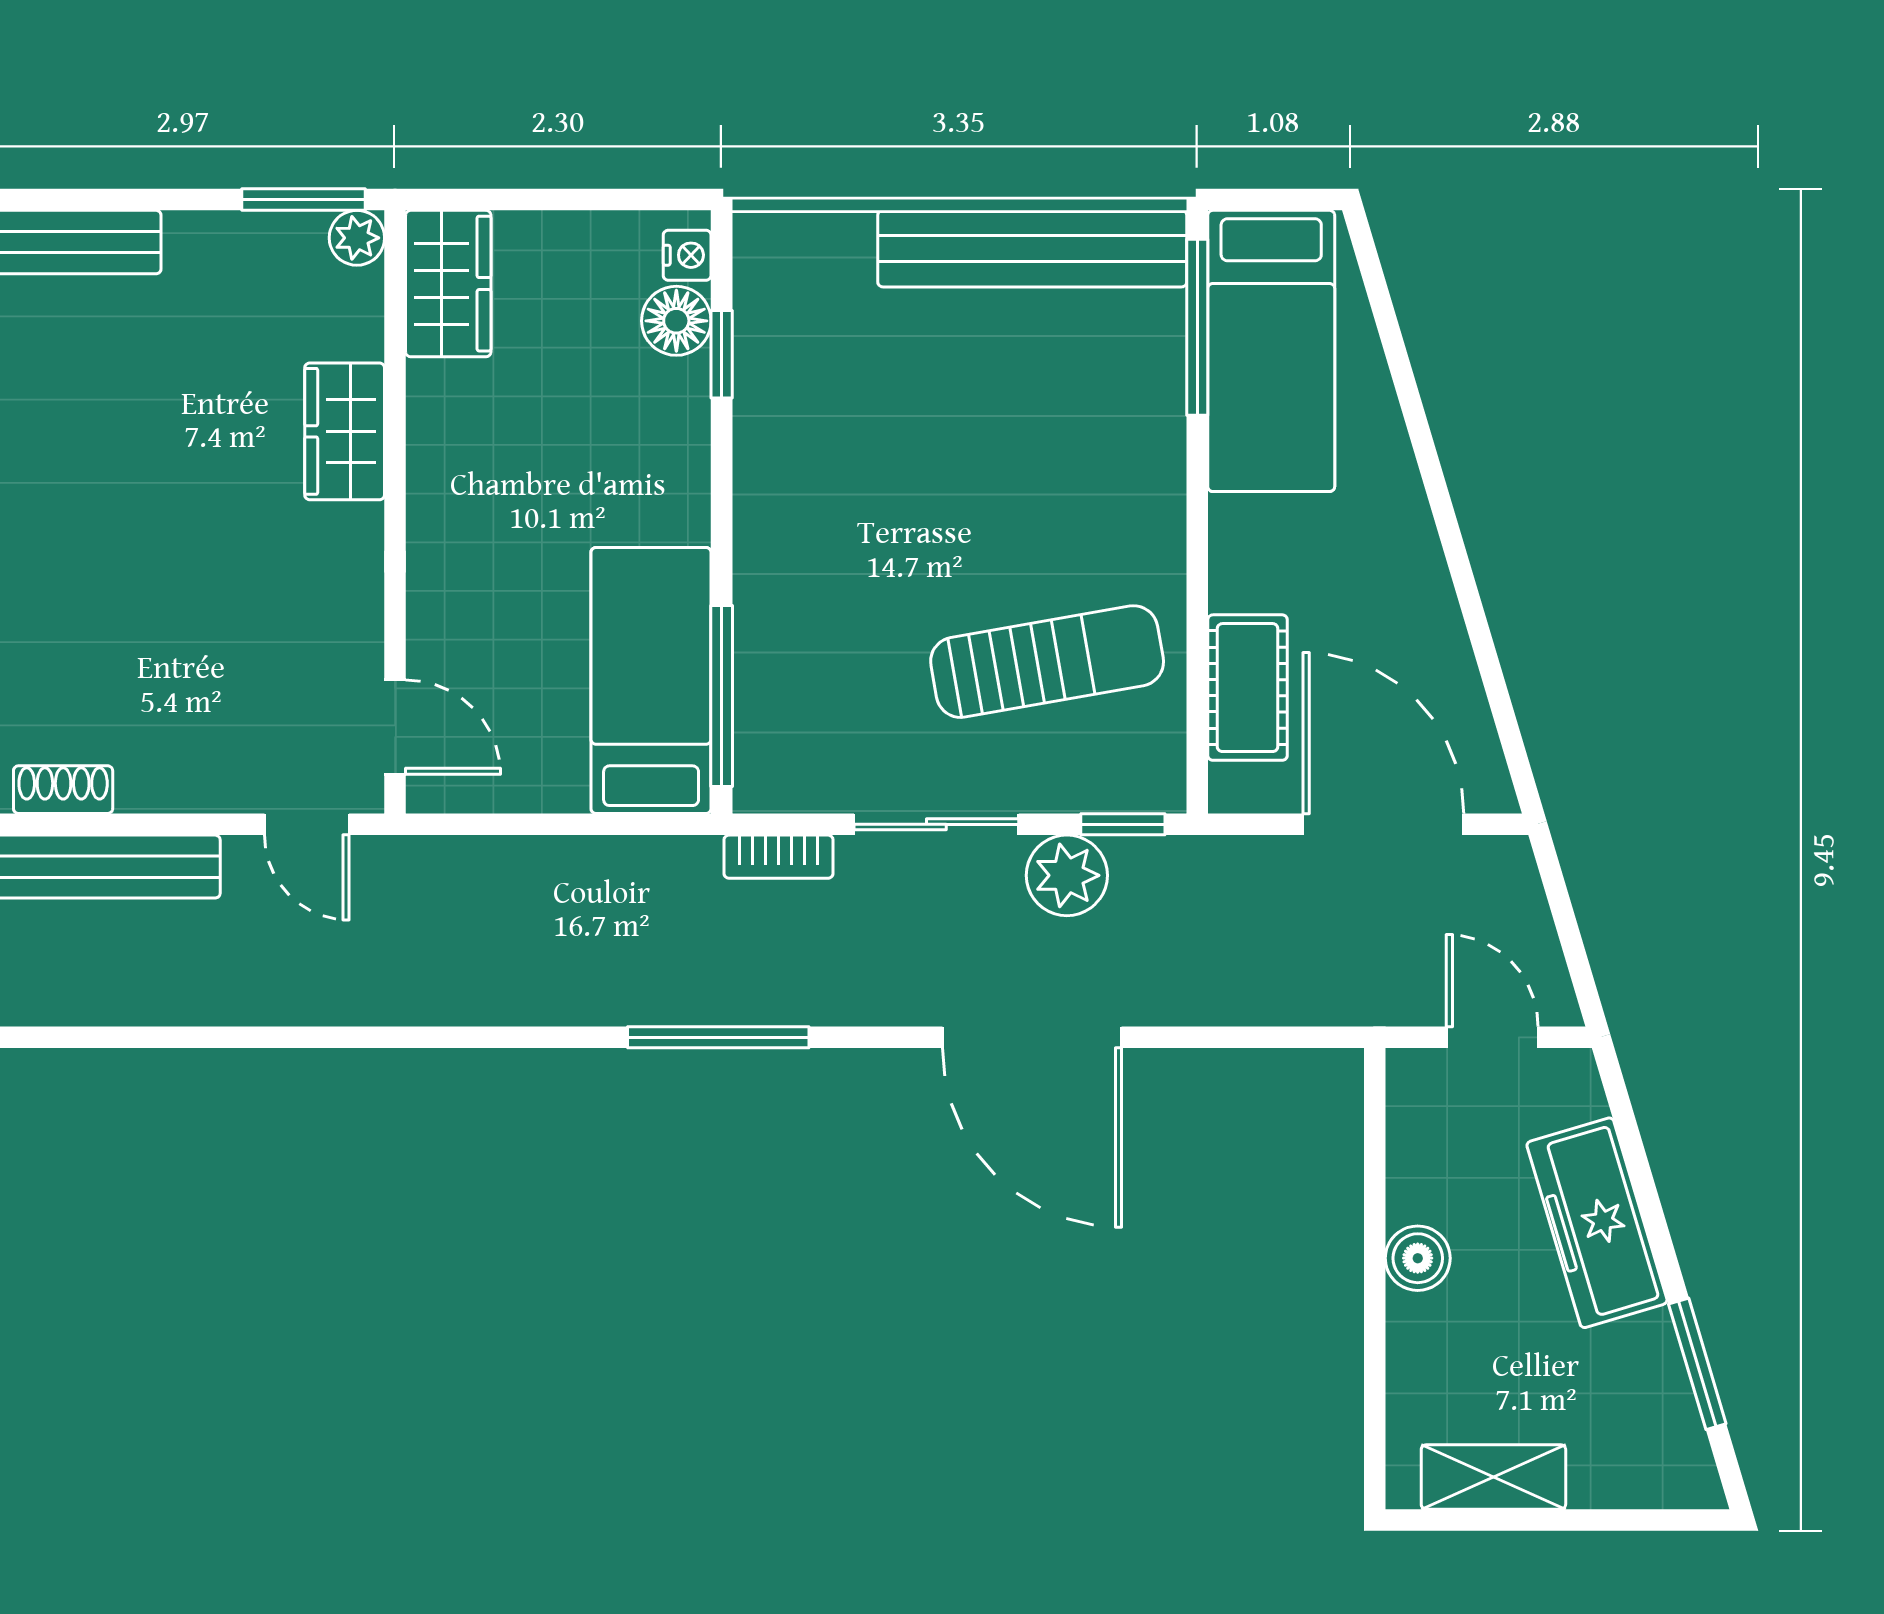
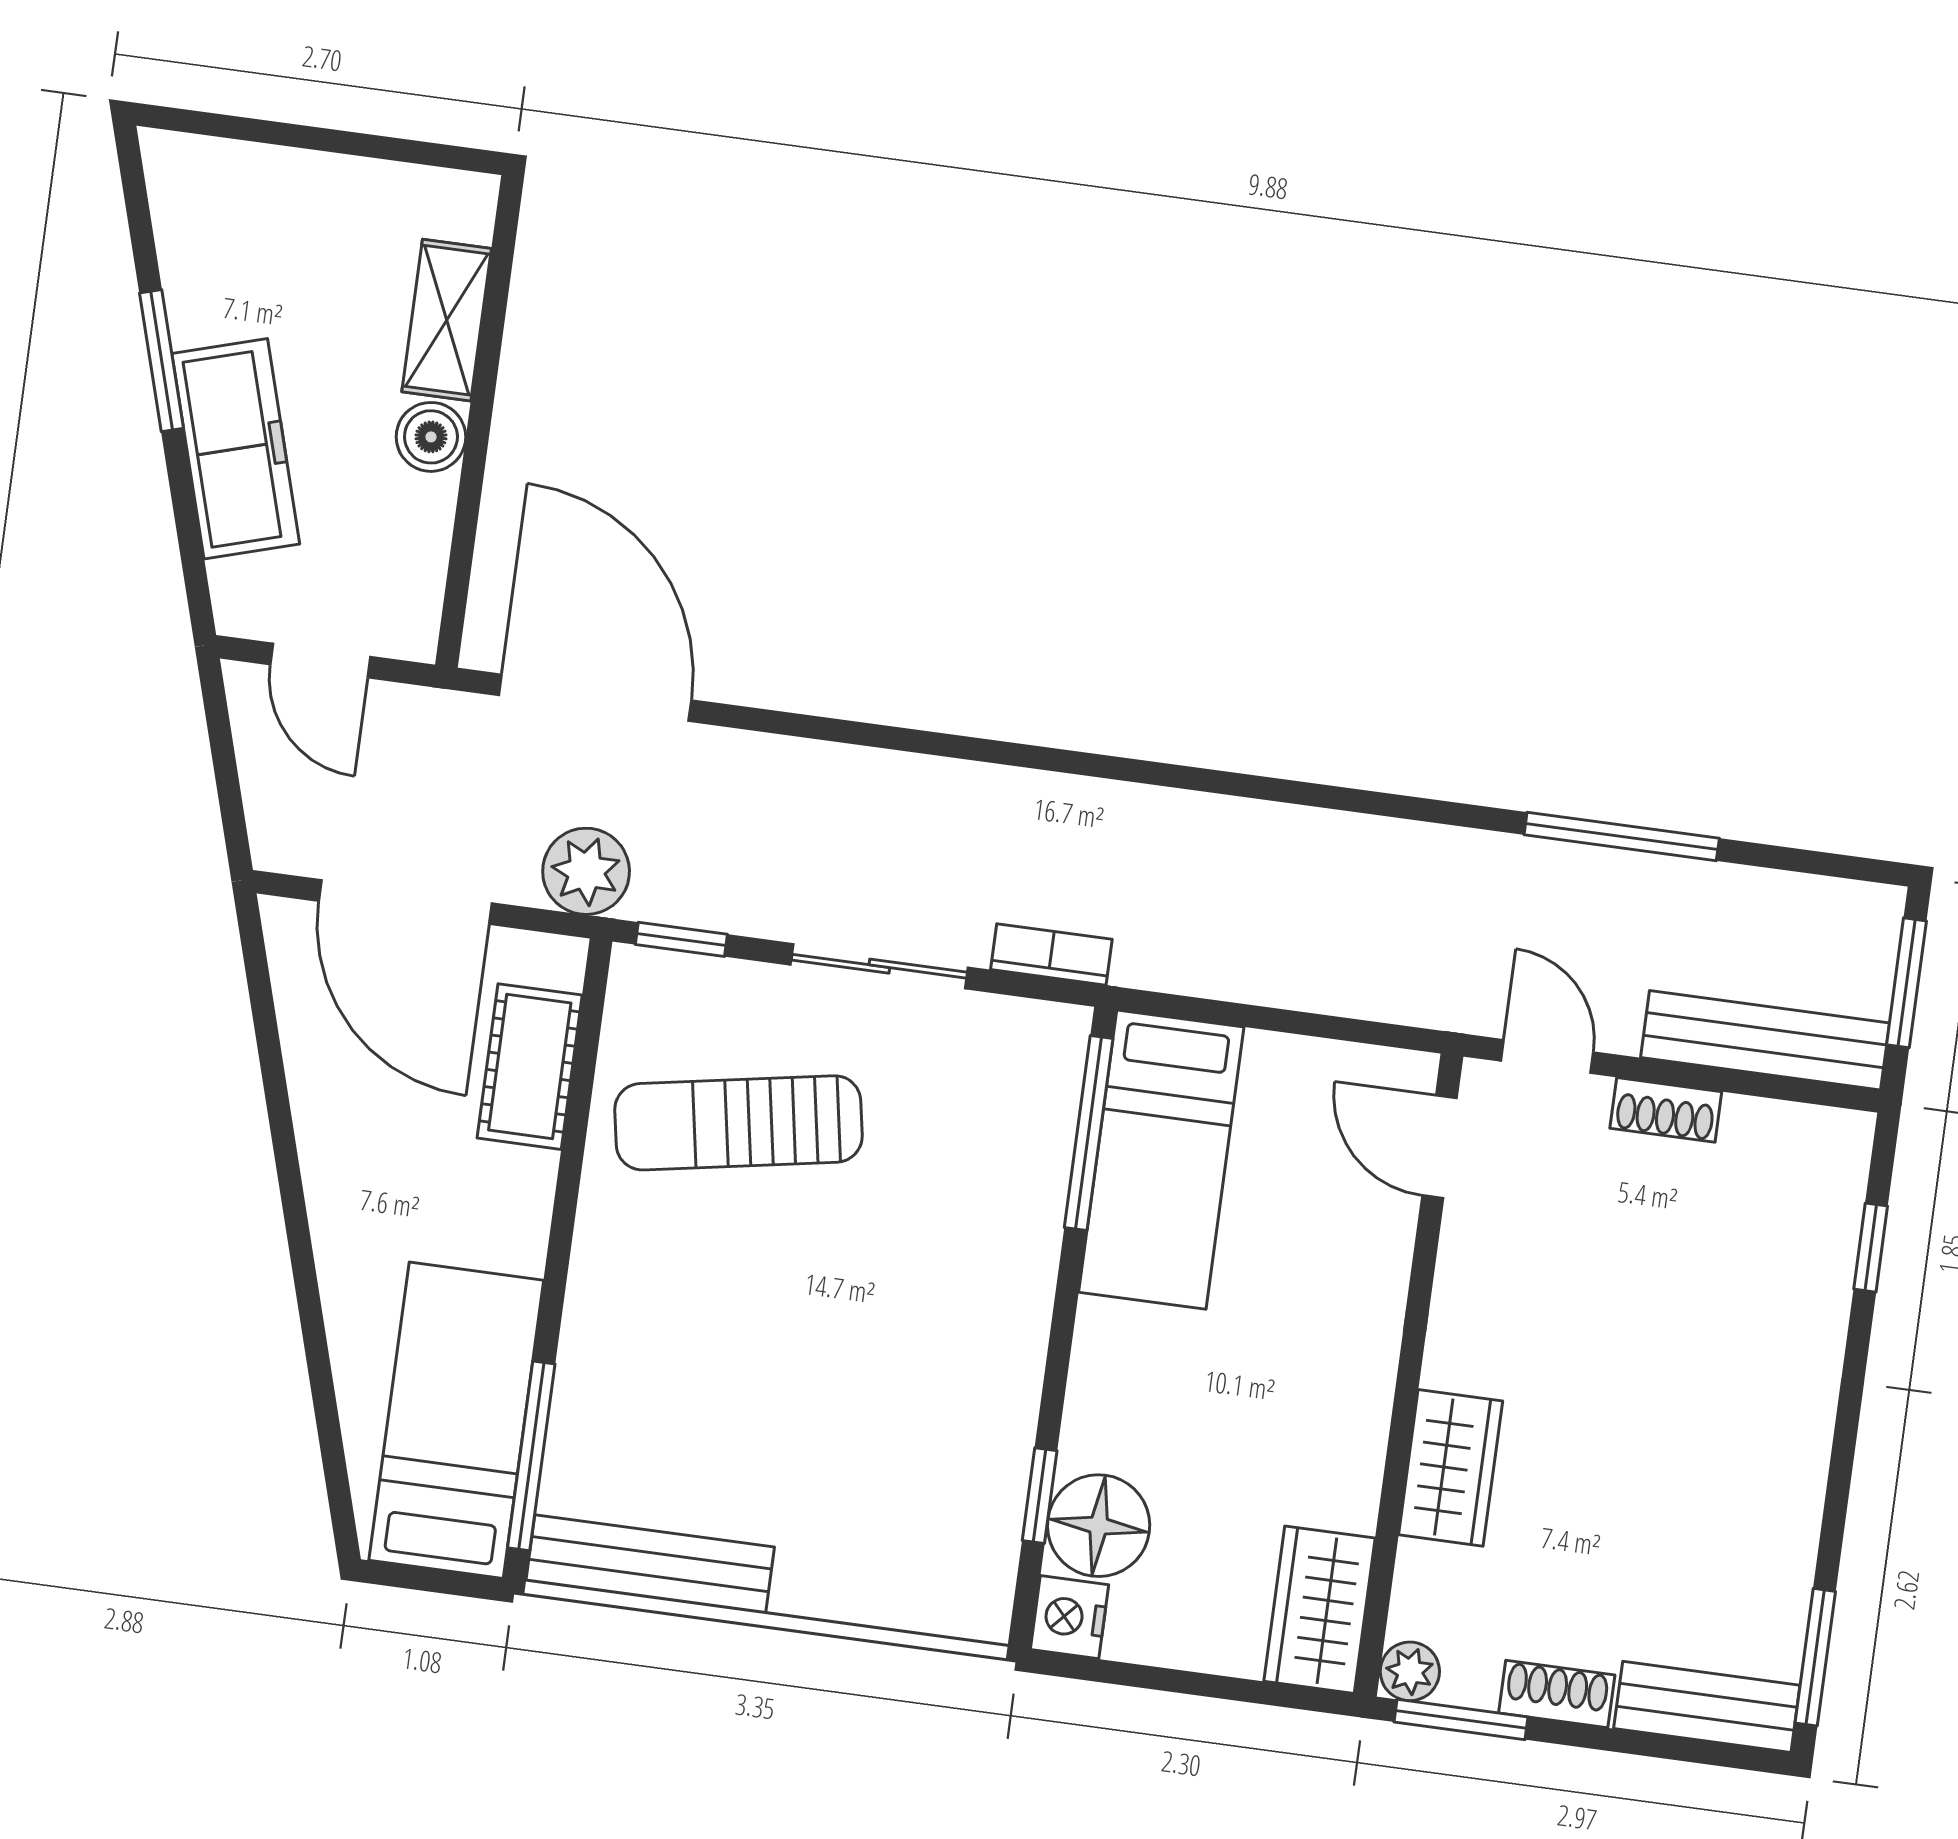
shoe rack: (218, 235) -> (1557, 1694), added
bench: (1032, 249) -> (650, 1564), width x0.73, depth x0.82
nightstand: (687, 255) -> (1069, 1617), width x1.39, depth x1.35
floor lamp: (676, 321) -> (1099, 1526), width x1.38, depth x1.38
shoe rack: (63, 790) -> (1666, 1110), moved
plant: (1067, 875) -> (586, 871), moved
window: (718, 1037) -> (1622, 837), moved
door: (1032, 1037) -> (595, 698), moved
window: (1697, 1364) -> (161, 361), moved
shelving: (1493, 1477) -> (447, 320), moved, turned 90

